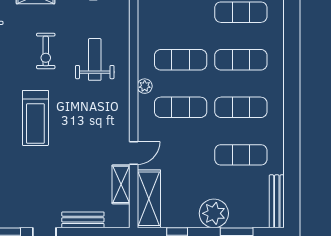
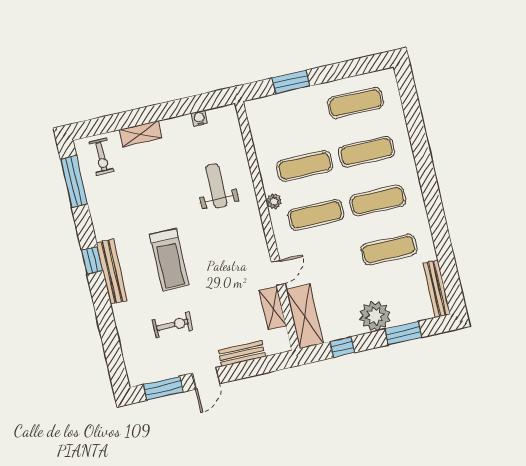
exercise bike: (46, 51) -> (173, 325), moved, turned -90

